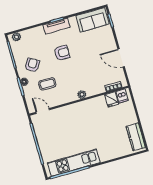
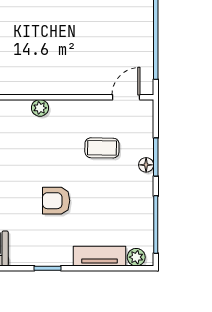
tv unit: (57, 26) -> (100, 256), moved
armchair: (32, 65) -> (121, 193), removed
door: (43, 111) -> (126, 97), swing flipped

